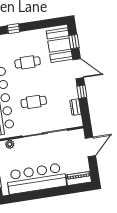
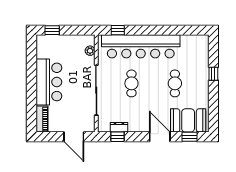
door: (78, 69) -> (160, 137), swing flipped
window: (82, 92) -> (117, 137), moved
bar counter: (36, 179) -> (49, 82), width x0.73

